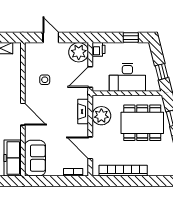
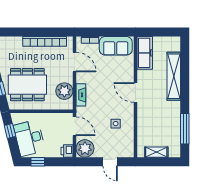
door: (90, 77) -> (74, 126), hinge flipped
desk: (127, 77) -> (29, 138), moved, turned -104
sofa: (35, 158) -> (116, 46), moved, turned -90

